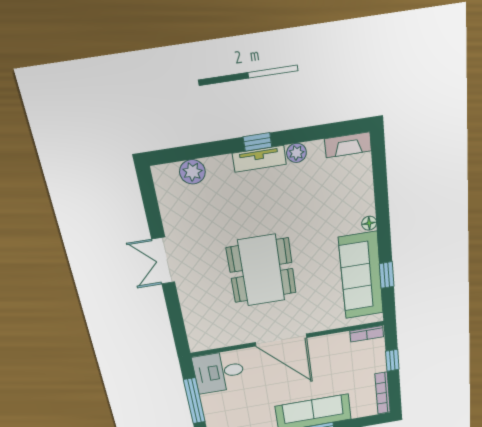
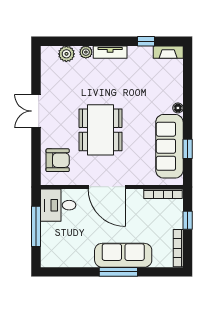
window: (257, 142) -> (146, 41), moved
plant: (296, 153) -> (86, 52), moved
armchair: (208, 319) -> (58, 160), added
bookcase: (367, 334) -> (163, 194), width x1.56

